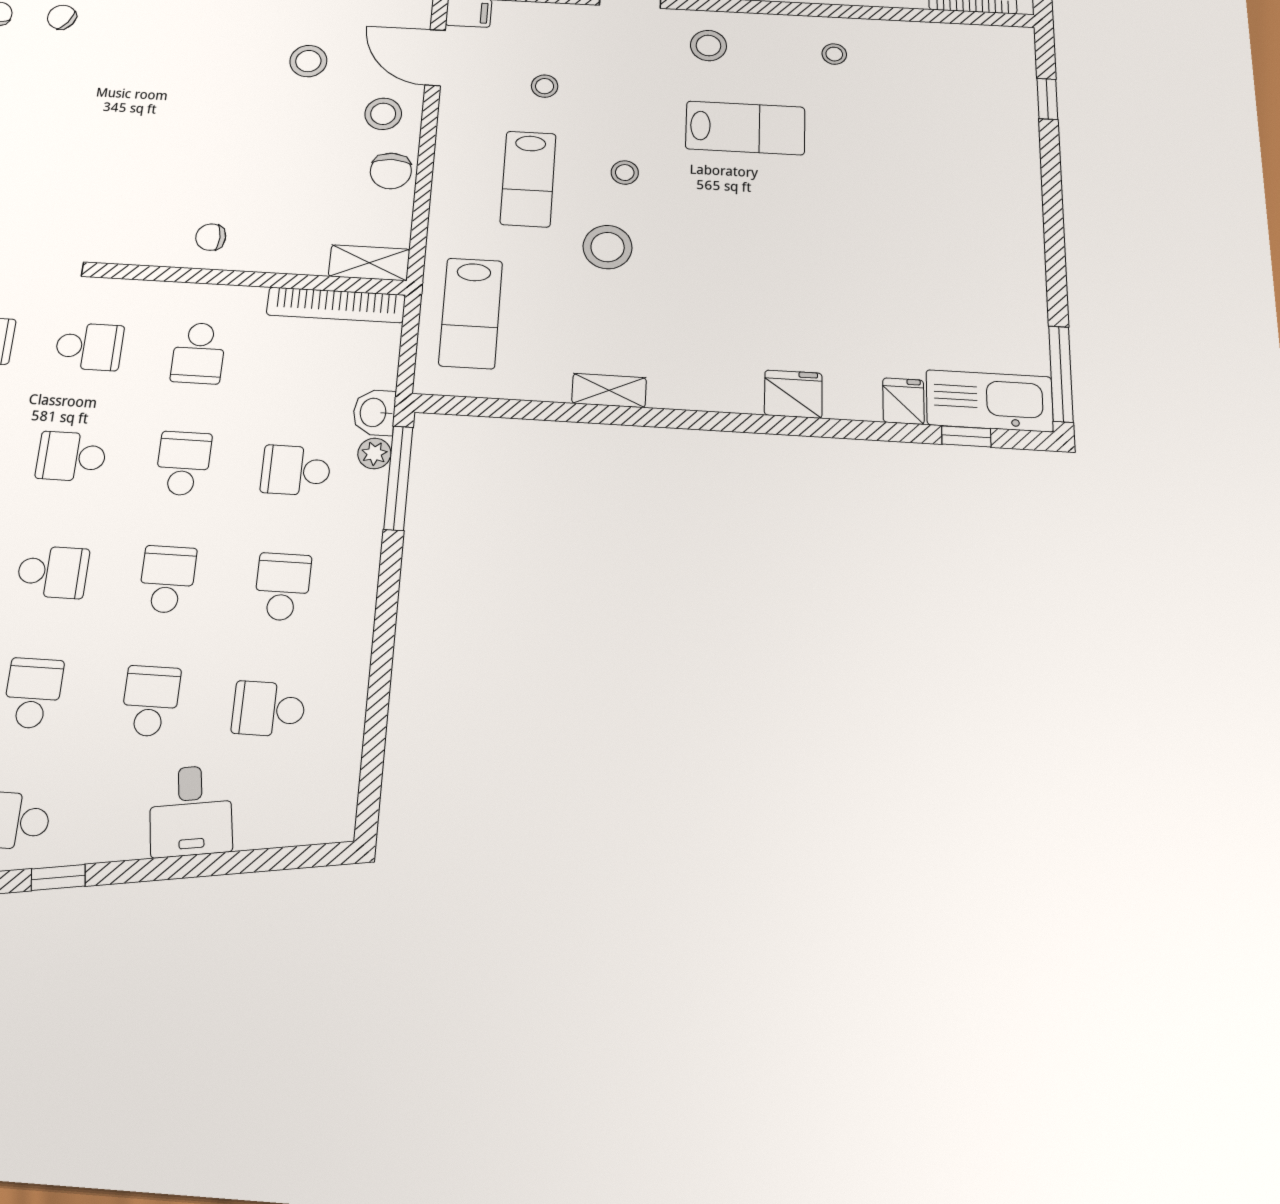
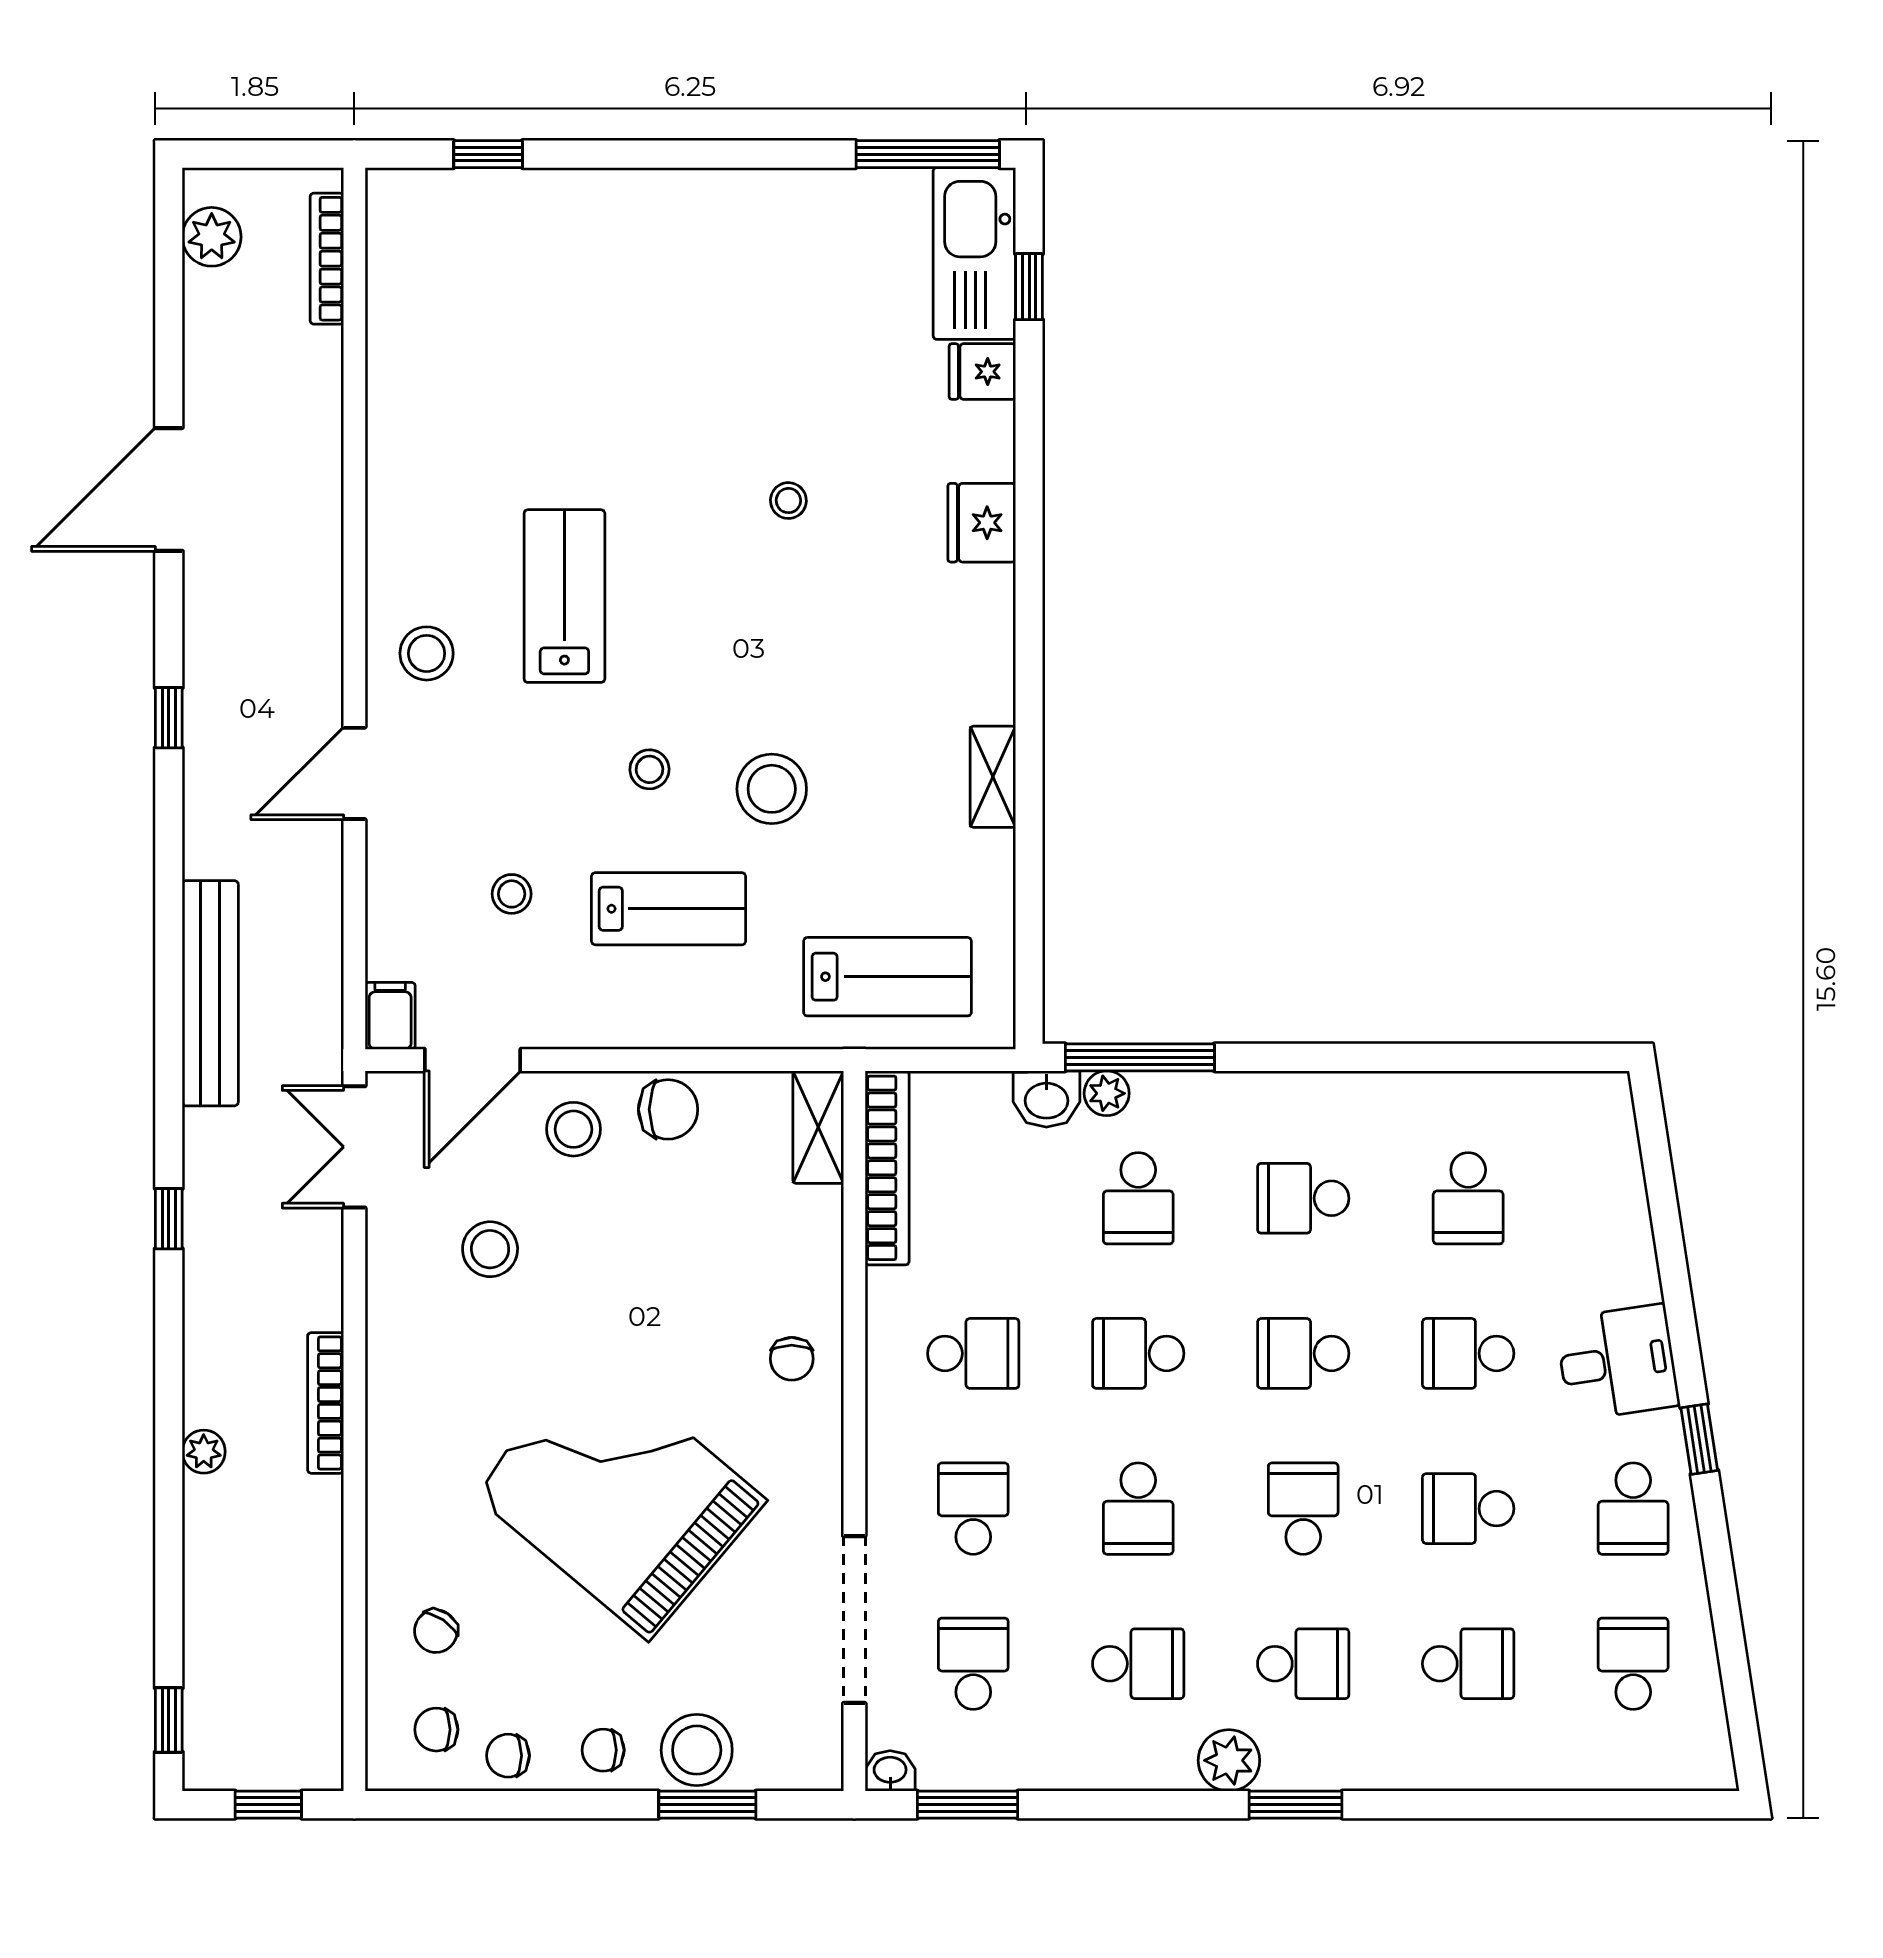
stool: (834, 54) -> (788, 501), moved
grand piano: (133, 128) -> (619, 1497), added
desk: (191, 811) -> (1617, 1362), moved

